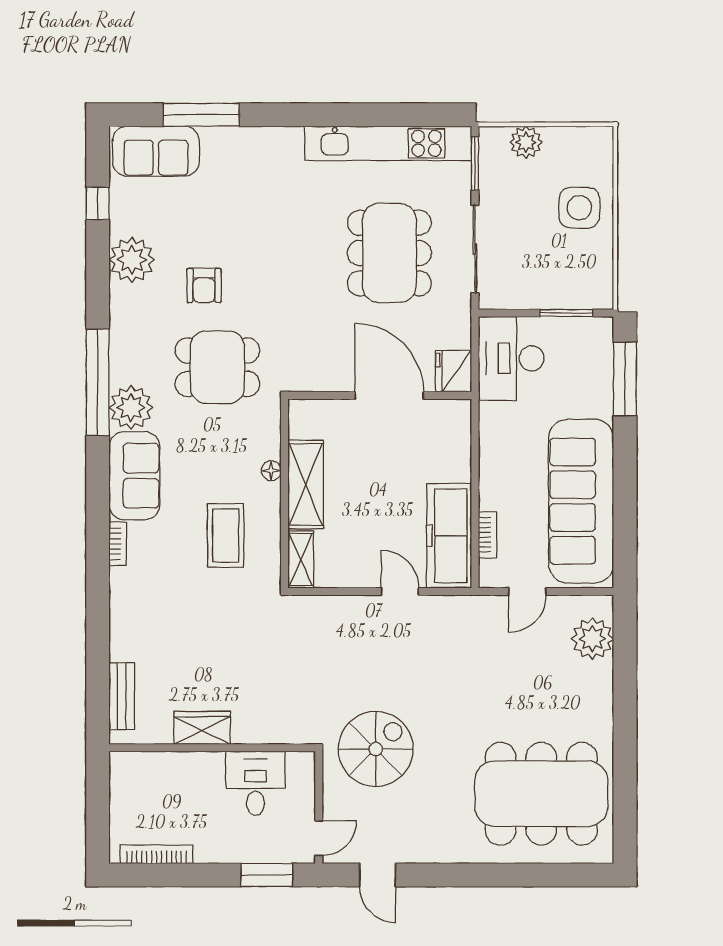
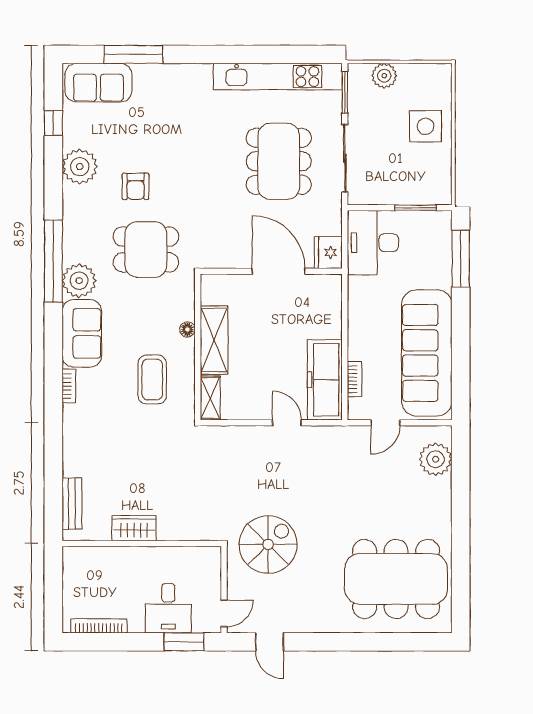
desk: (255, 783) -> (168, 608), moved, turned 180

